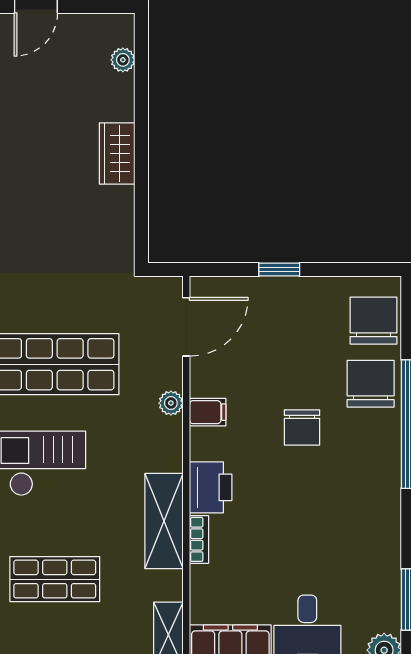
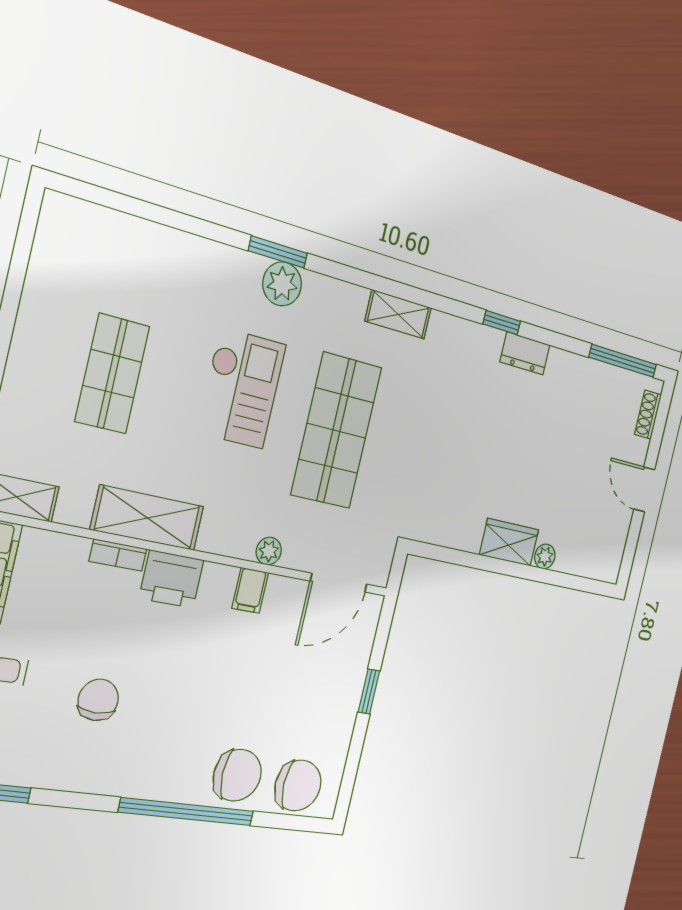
plant: (123, 60) -> (545, 556), moved
door: (186, 327) -> (339, 583), hinge flipped
chair: (302, 427) -> (98, 700), moved, turned 90

